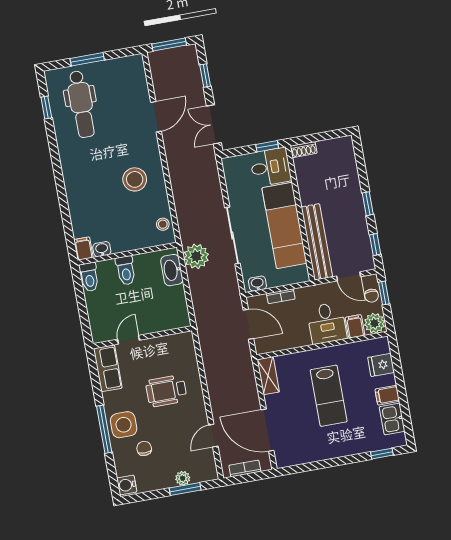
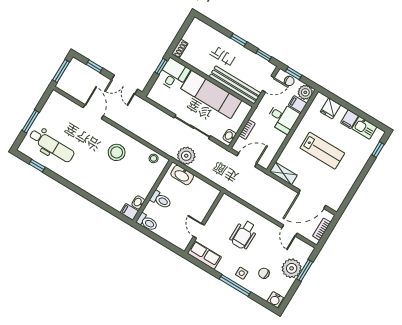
side table: (124, 425) -> (242, 273), width x0.54, depth x0.54
plant: (183, 478) -> (292, 268), width x1.88, depth x1.88

